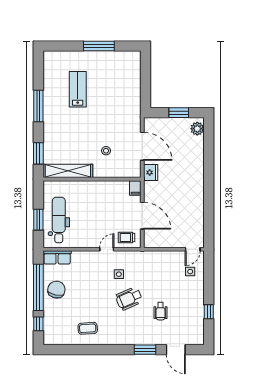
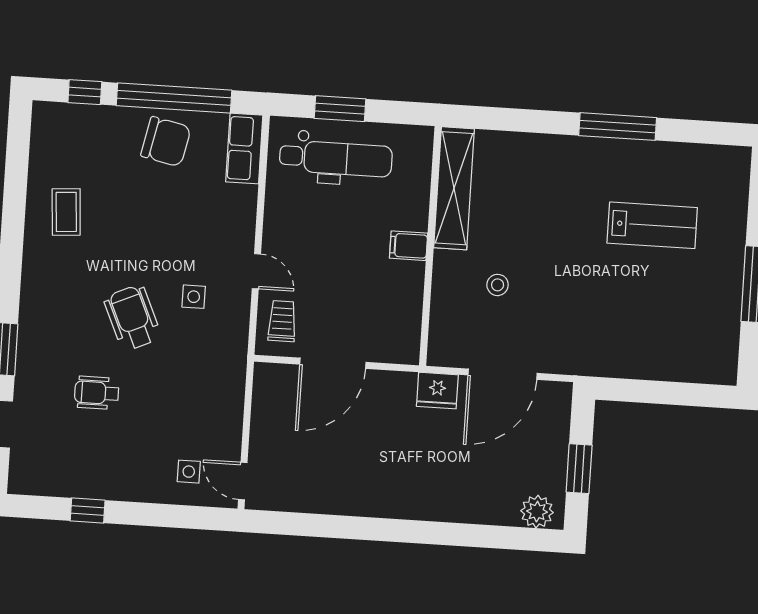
window: (38, 153) -> (502, 119), removed
filing cabinet: (135, 188) -> (409, 246), moved

